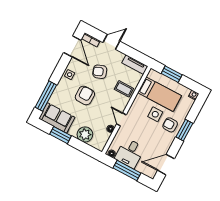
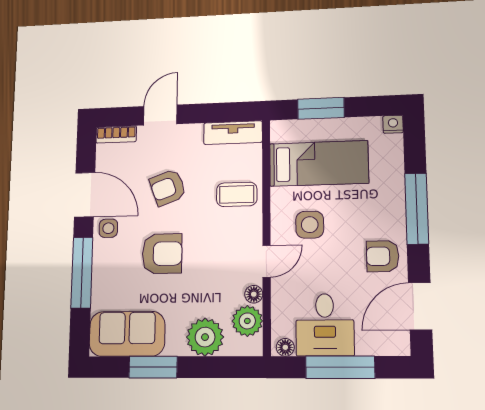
door: (72, 46) -> (85, 195), moved
armchair: (85, 95) -> (162, 254), turned 90
window: (46, 96) -> (82, 273), moved
side table: (155, 114) -> (310, 225), moved
door: (121, 119) -> (267, 261), swing flipped
armchair: (170, 125) -> (383, 256), moved
window: (184, 130) -> (417, 209), width x1.44
plant: (103, 137) -> (247, 321), added

